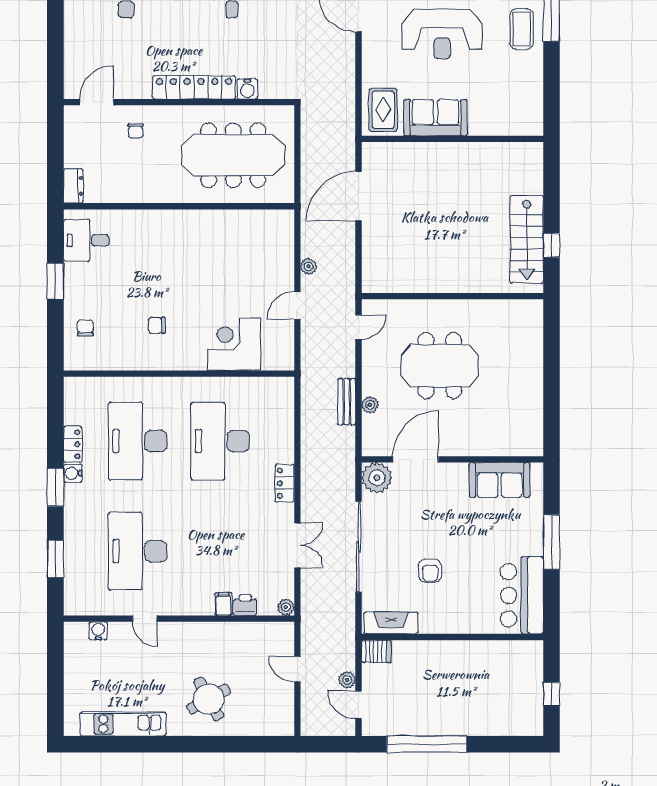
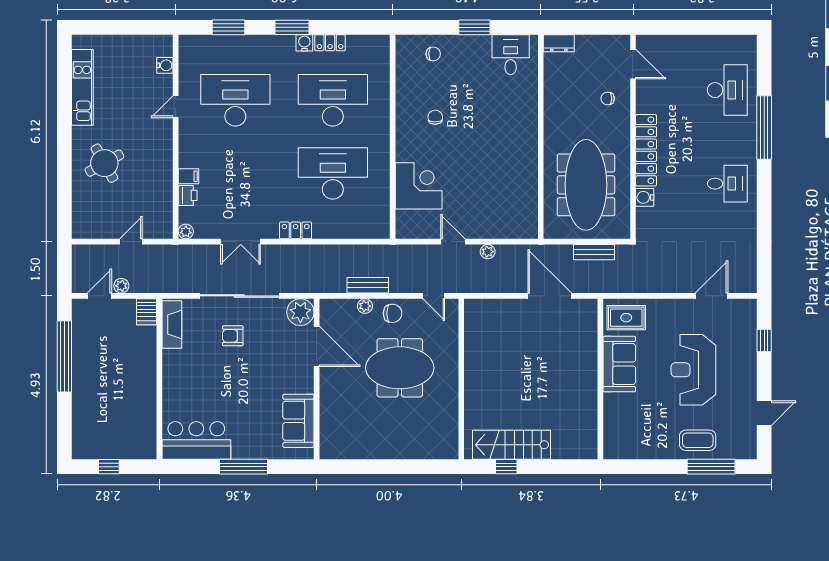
bench: (309, 146) -> (594, 252), added
meeting table: (440, 366) -> (400, 368), turned 90
chair: (378, 374) -> (393, 313), added
armchair: (430, 571) -> (233, 336), moved

